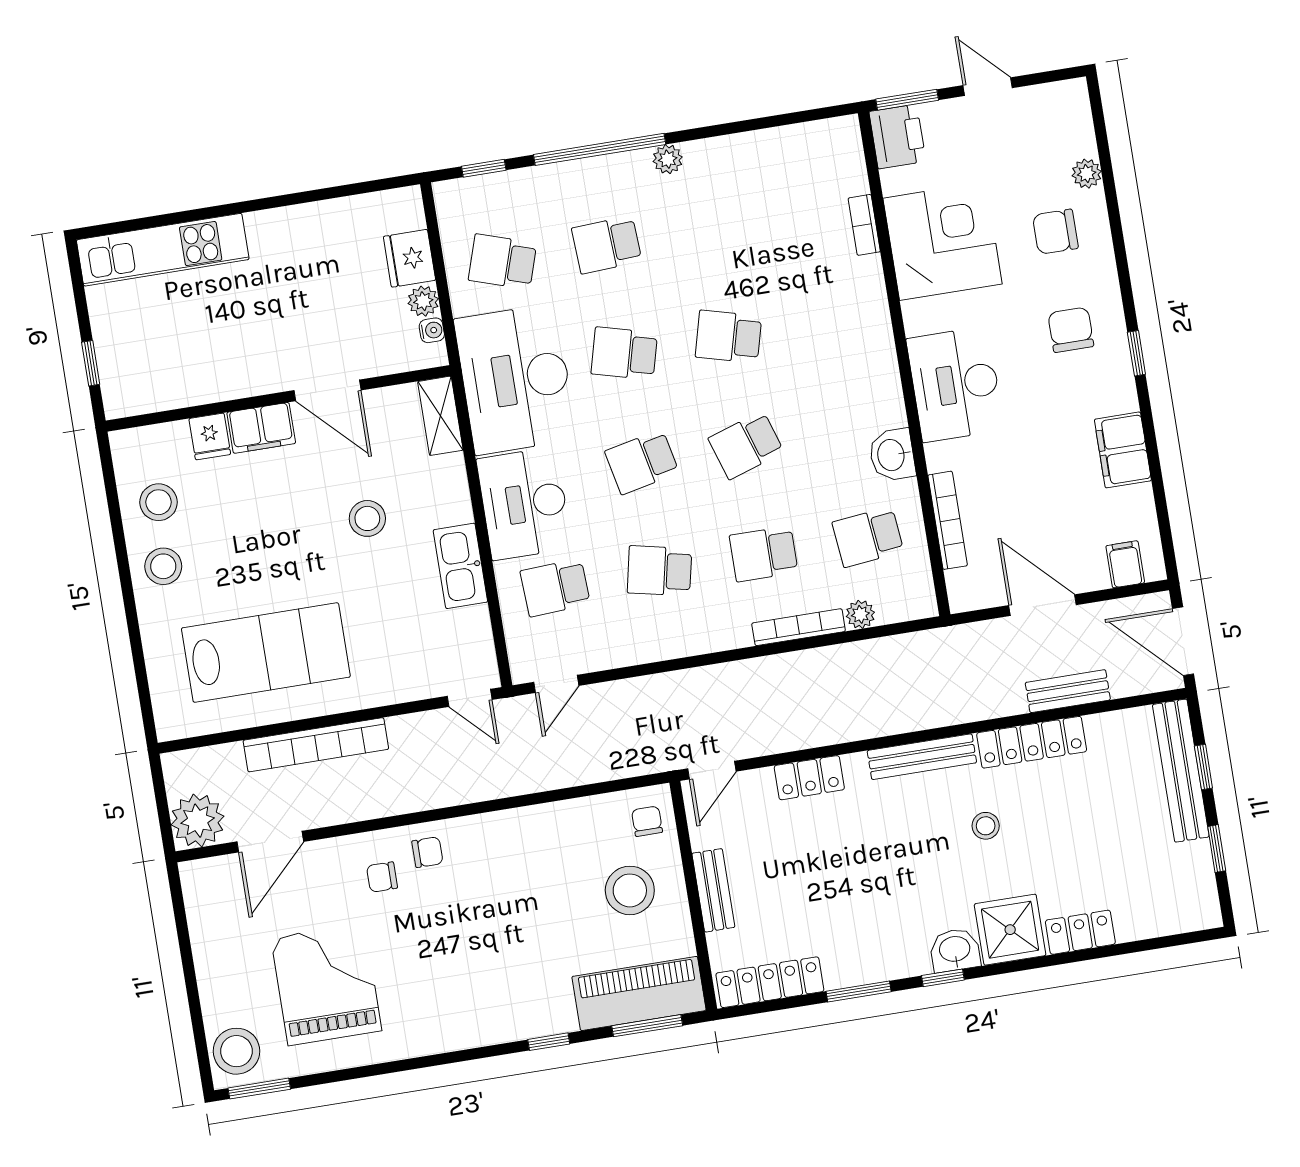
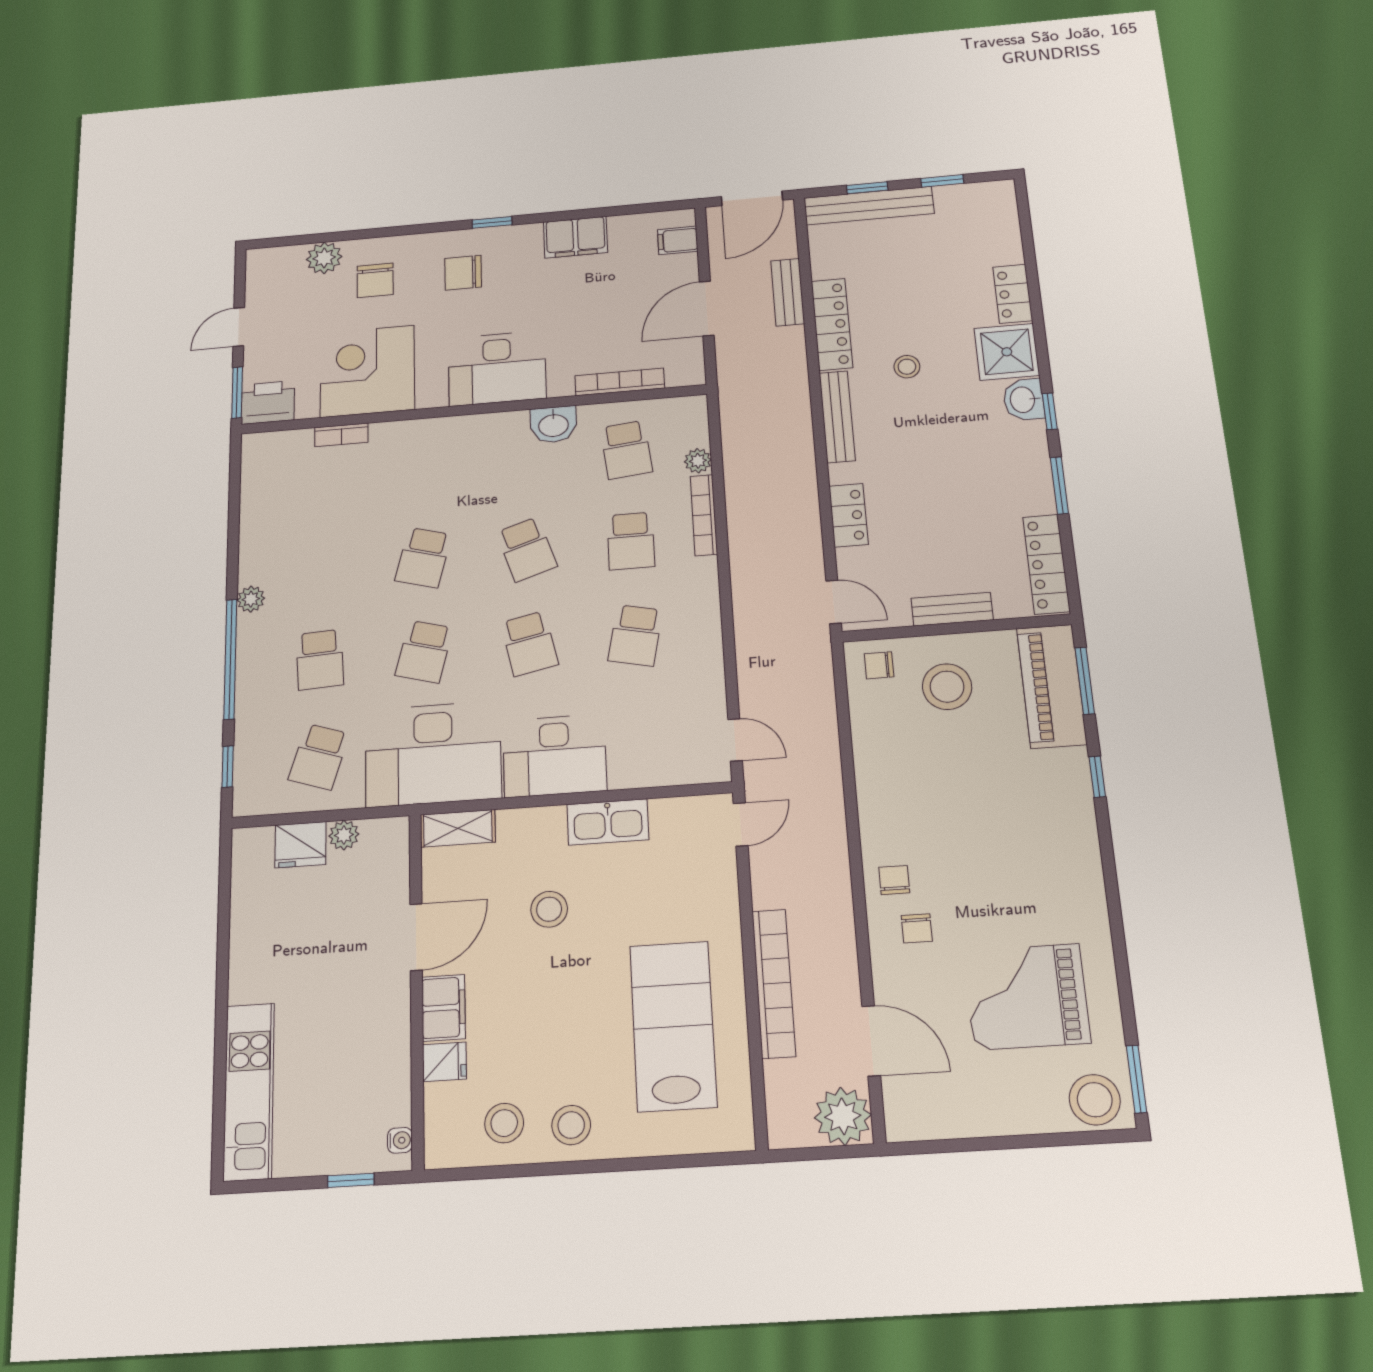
plant: (1087, 174) -> (324, 258), width x1.38, depth x1.38
water cooler: (432, 330) -> (400, 1140), moved, turned 90
school desk: (555, 588) -> (640, 733), removed

